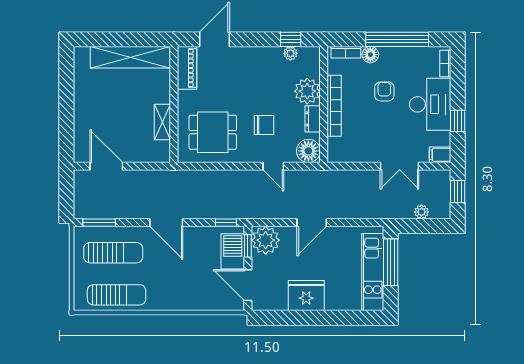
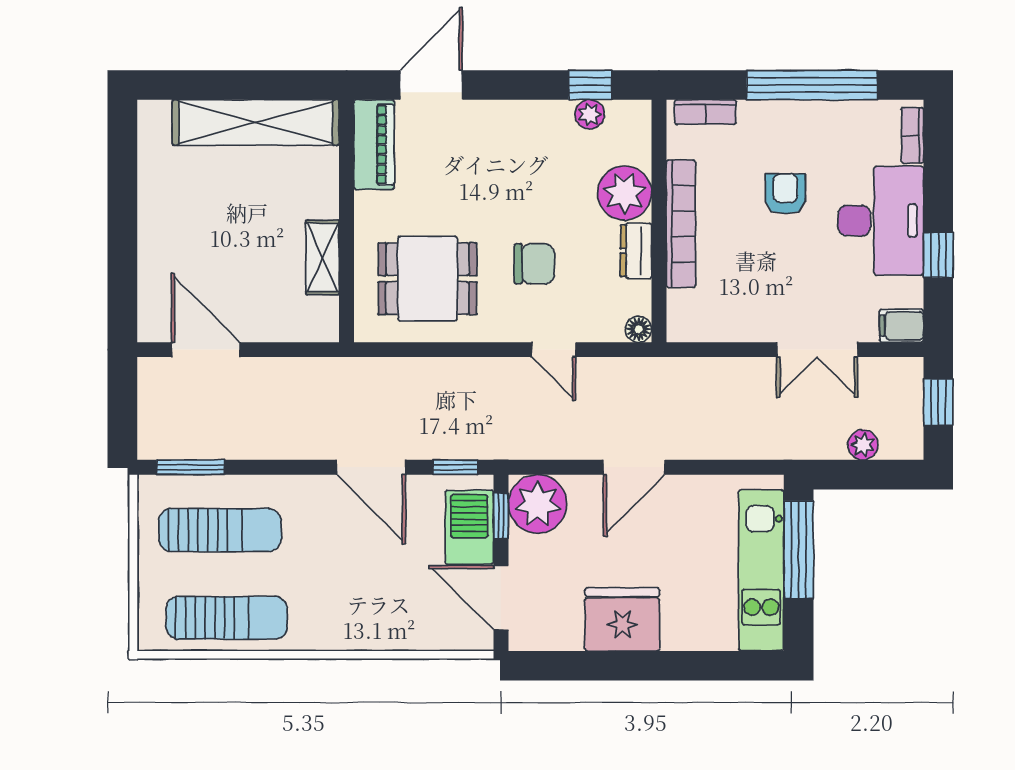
floor lamp: (370, 55) -> (756, 117), removed
floor lamp: (308, 151) -> (639, 329), width x0.53, depth x0.53
door: (166, 223) -> (371, 467), moved

